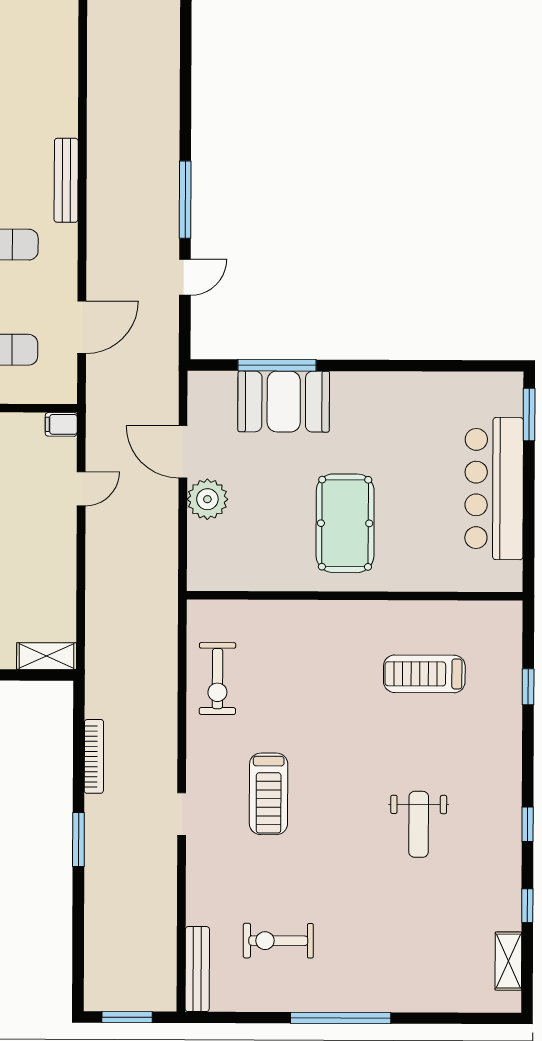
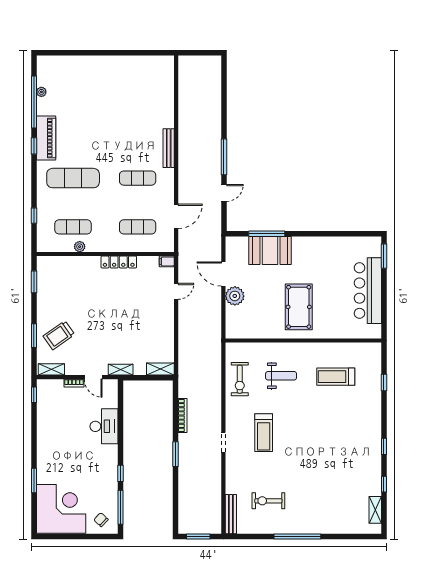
weight bench: (419, 824) -> (281, 376), moved, turned -90

